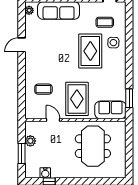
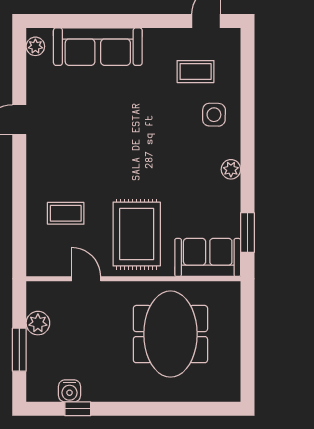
rug: (90, 51) -> (165, 133), removed
plant: (121, 68) -> (231, 169), added

